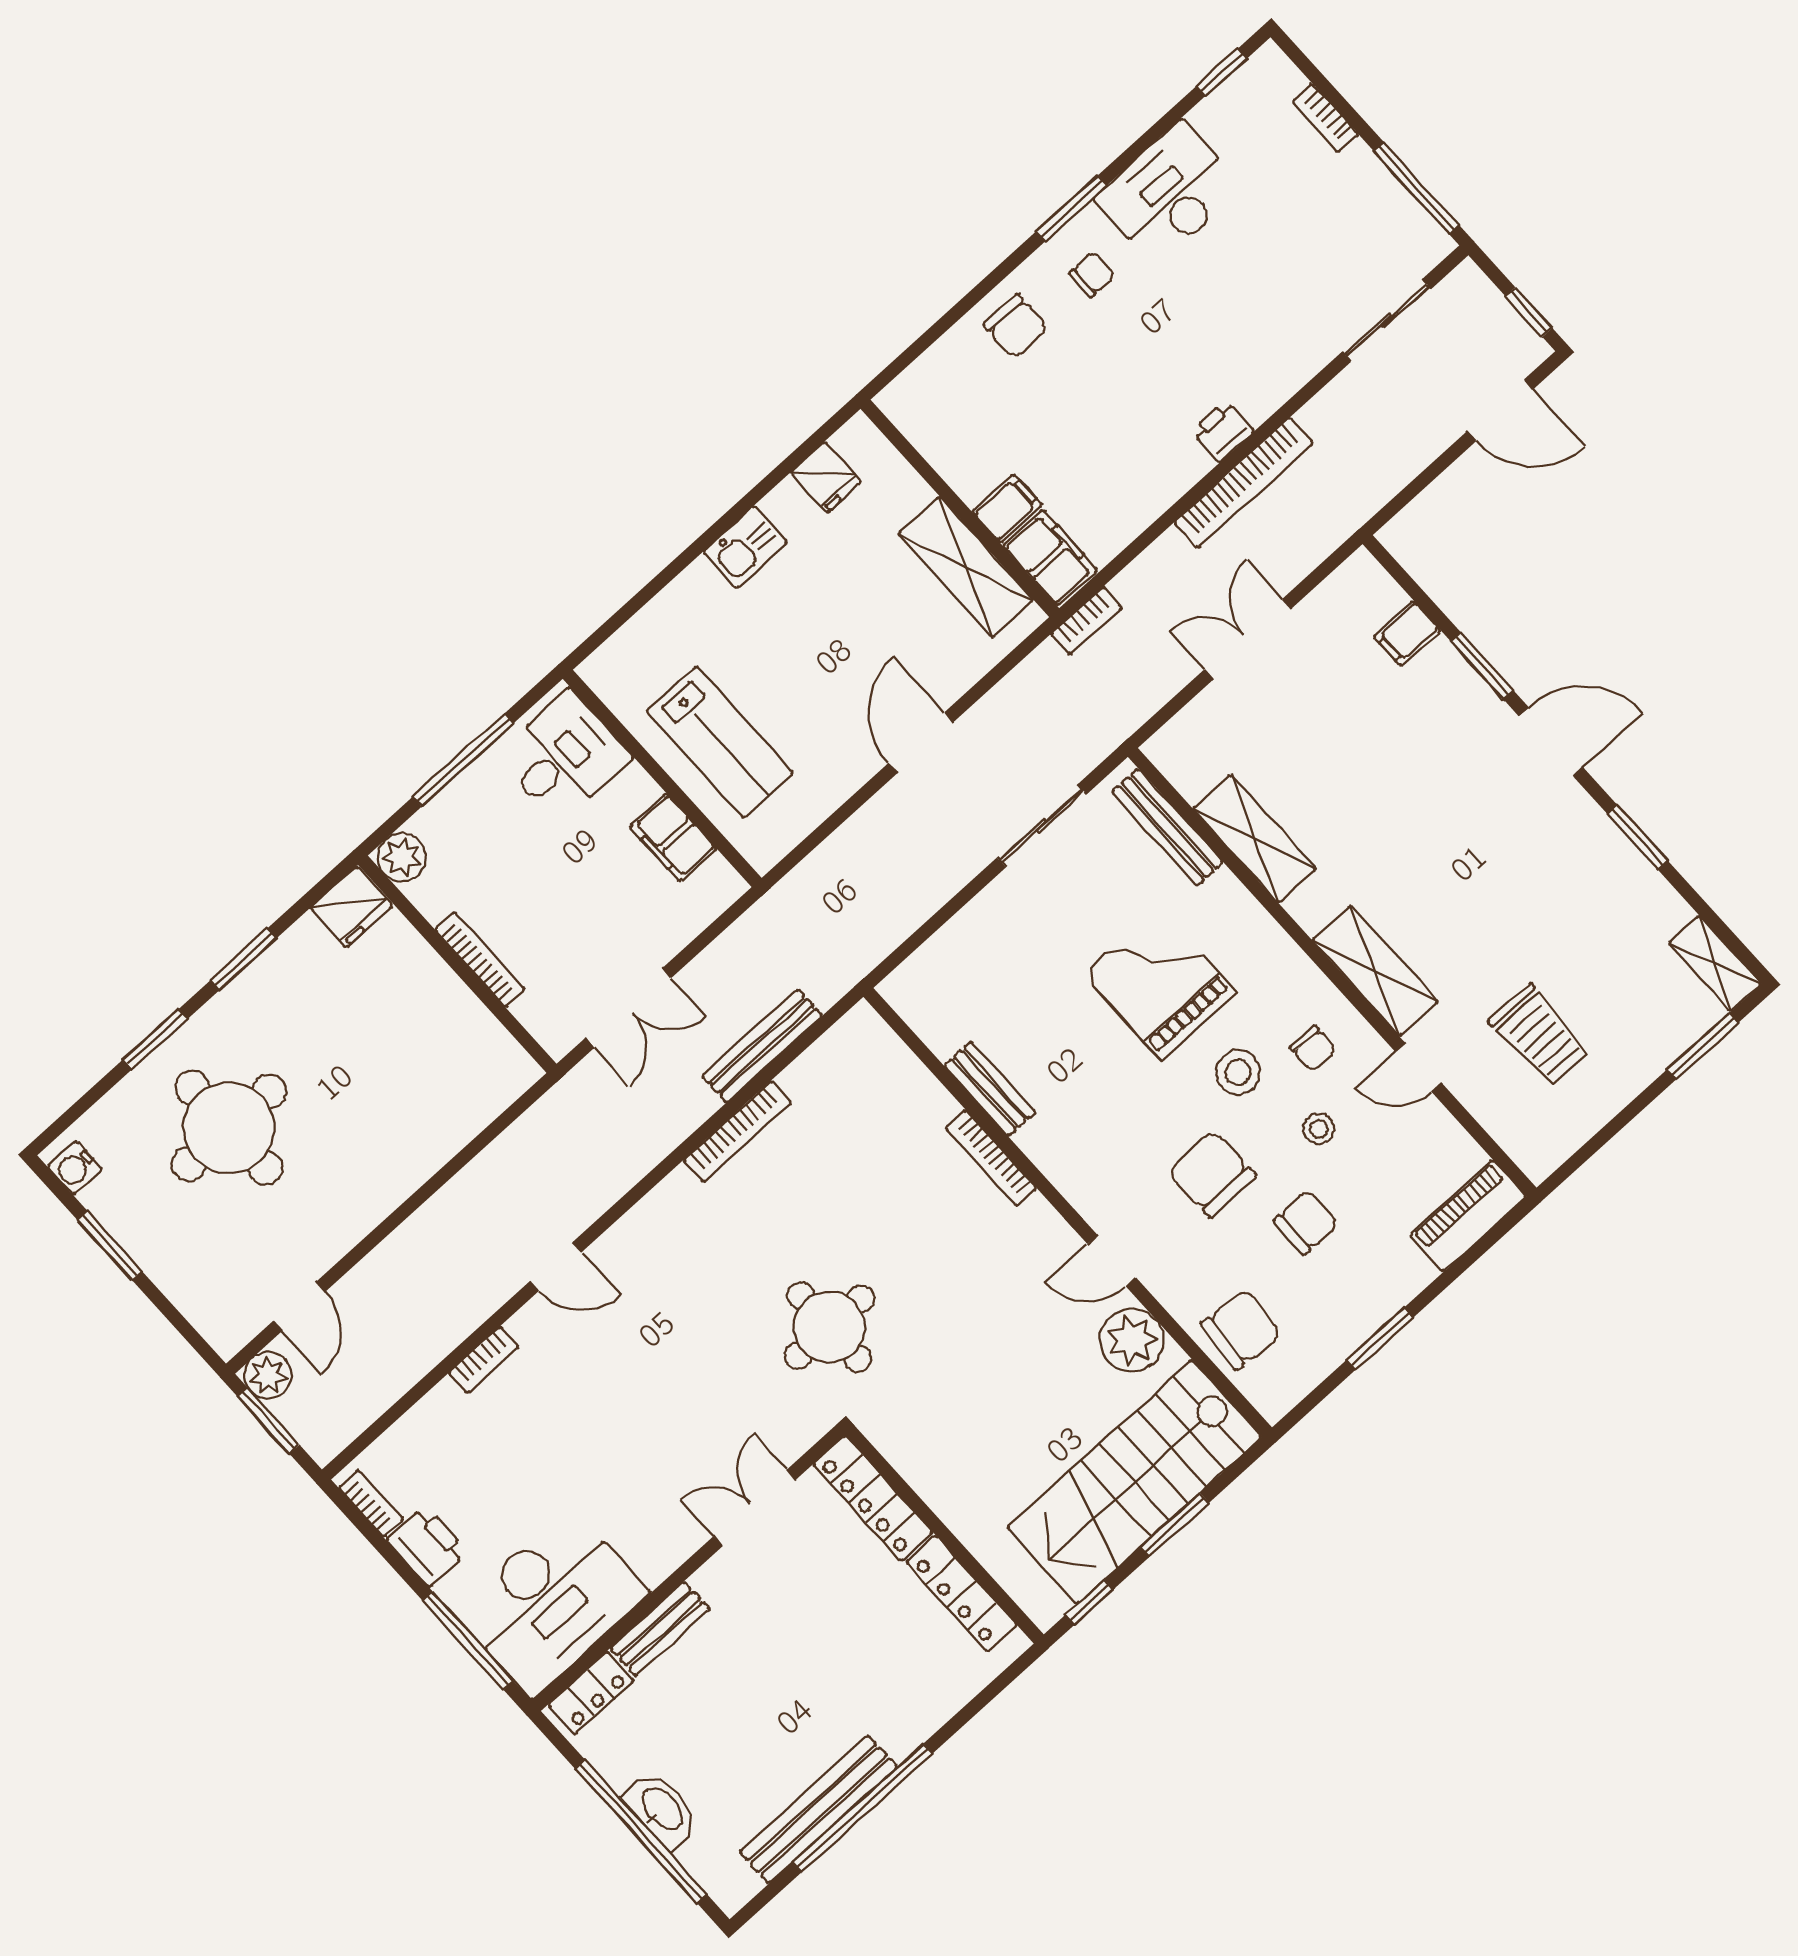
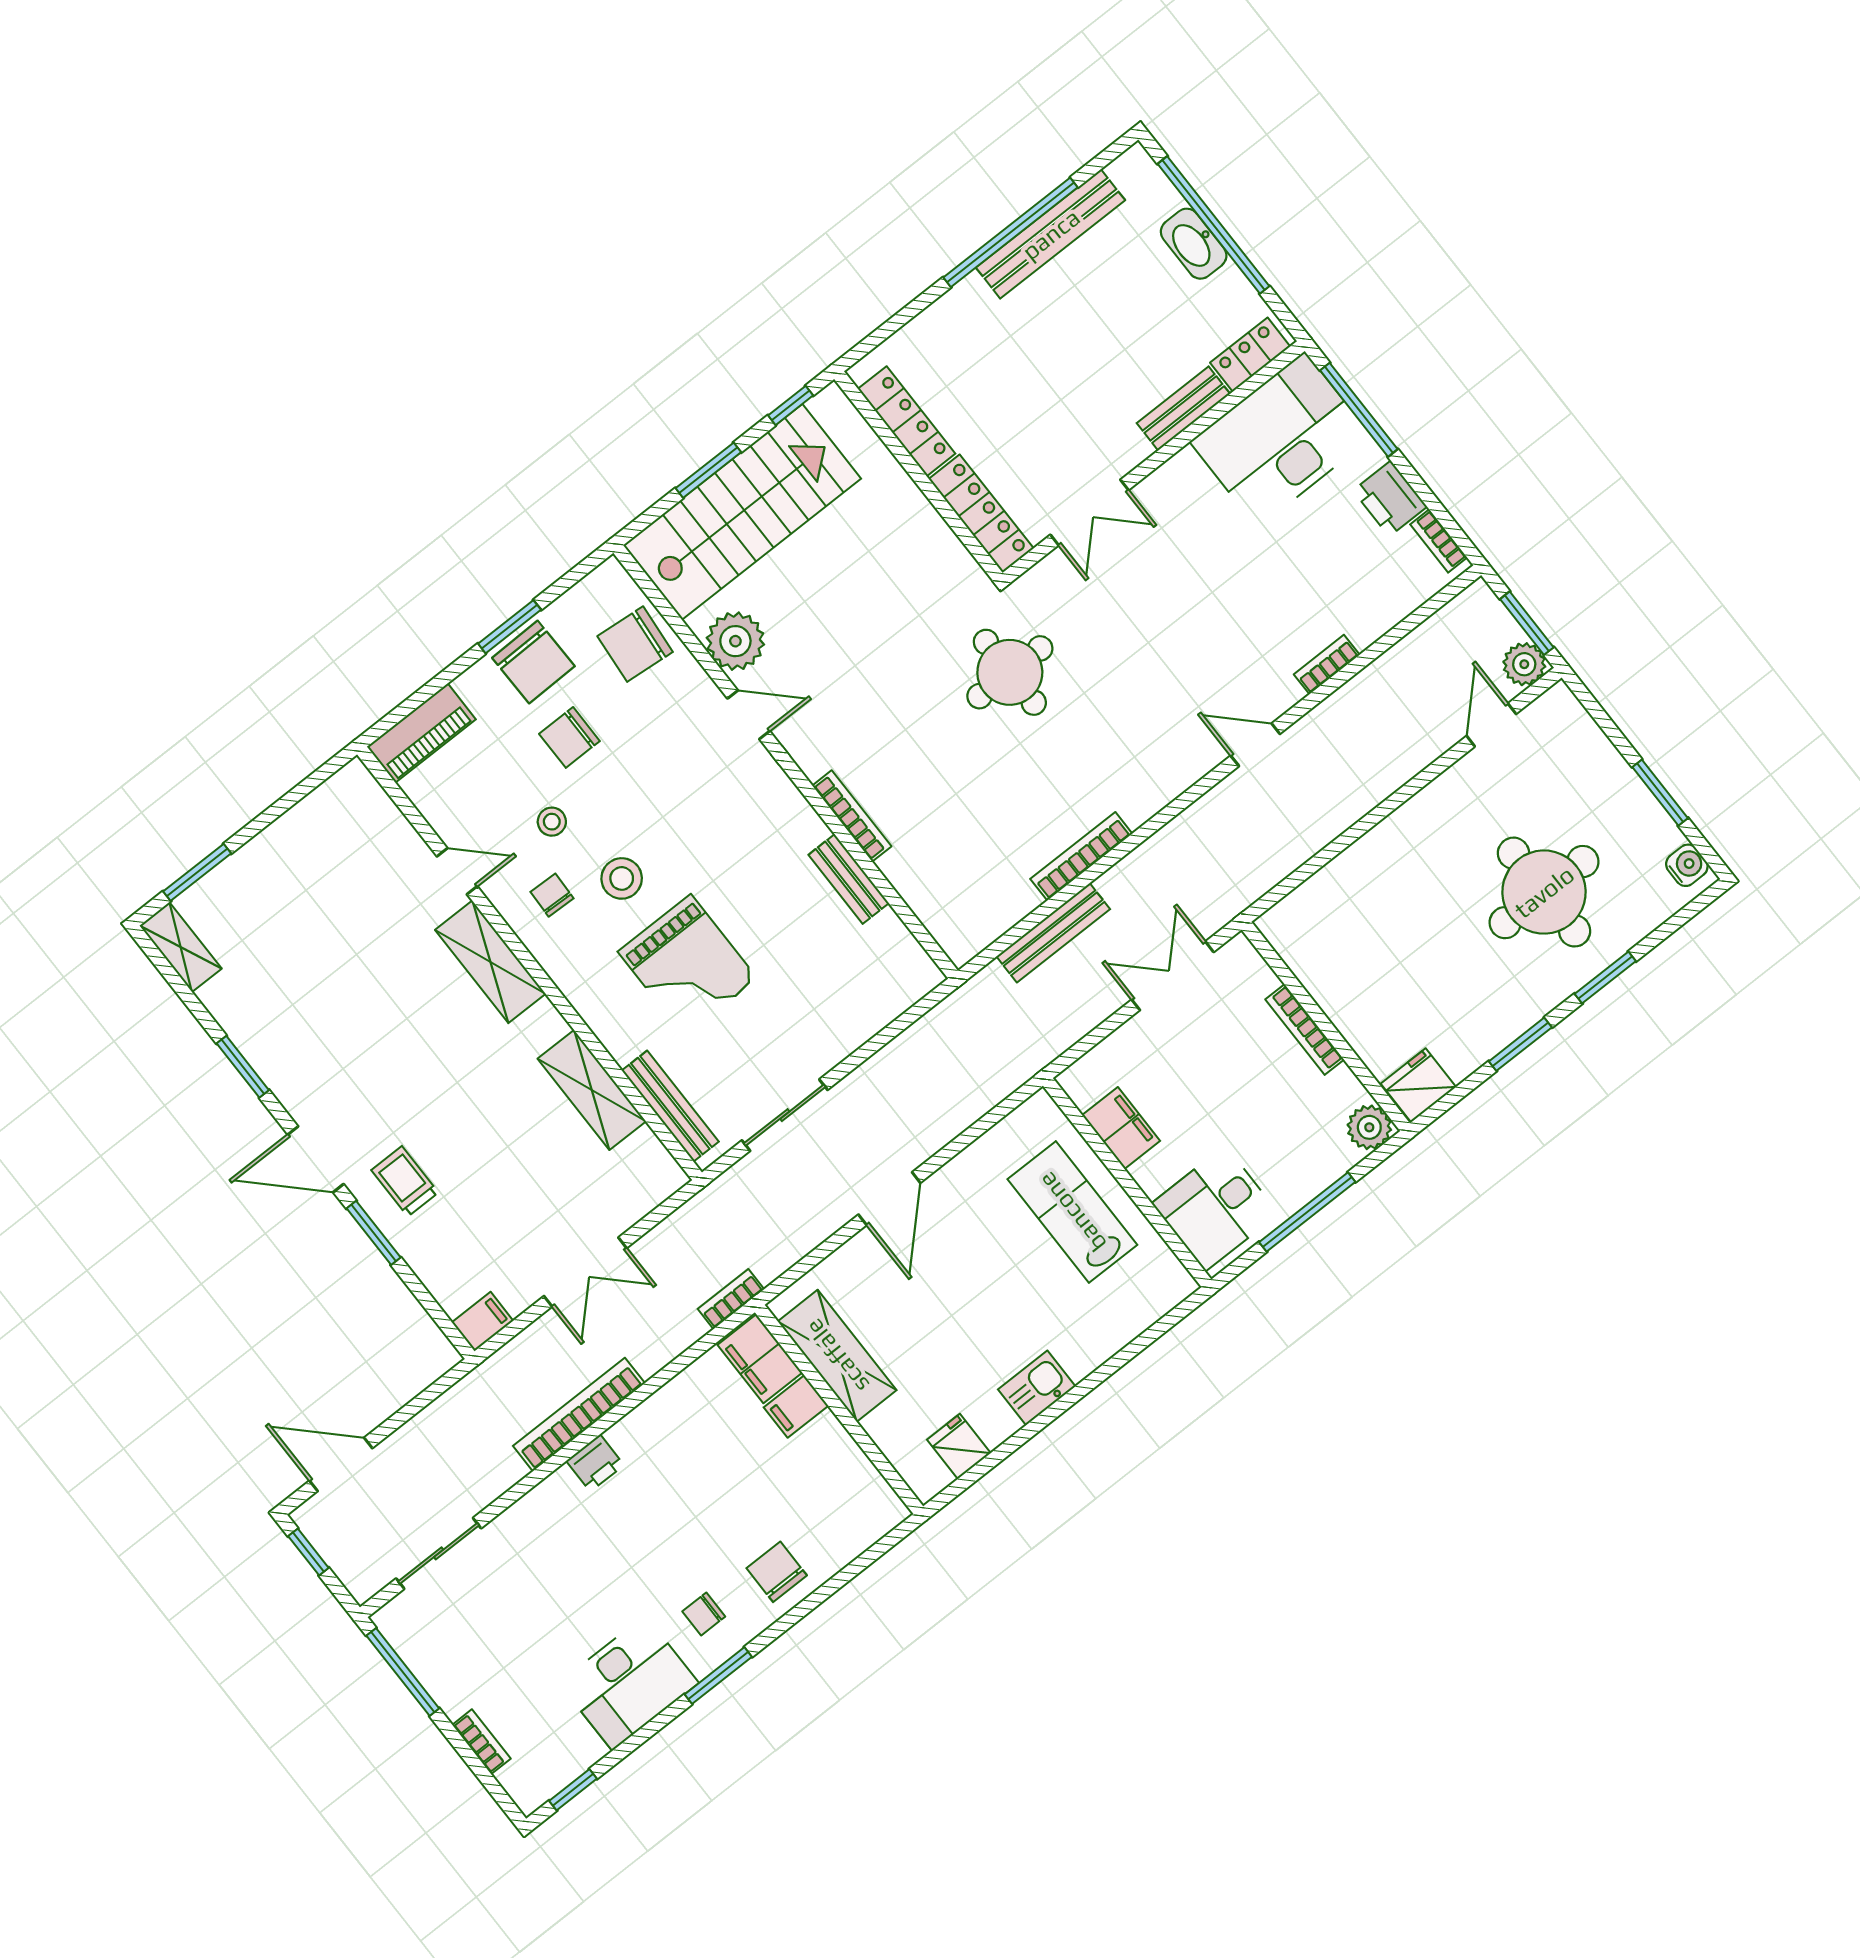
filing cabinet: (1407, 633) -> (483, 1322), moved
trolley: (1539, 1036) -> (405, 1181), moved, width x0.73, depth x0.72
chair: (1212, 1174) -> (533, 662), moved

